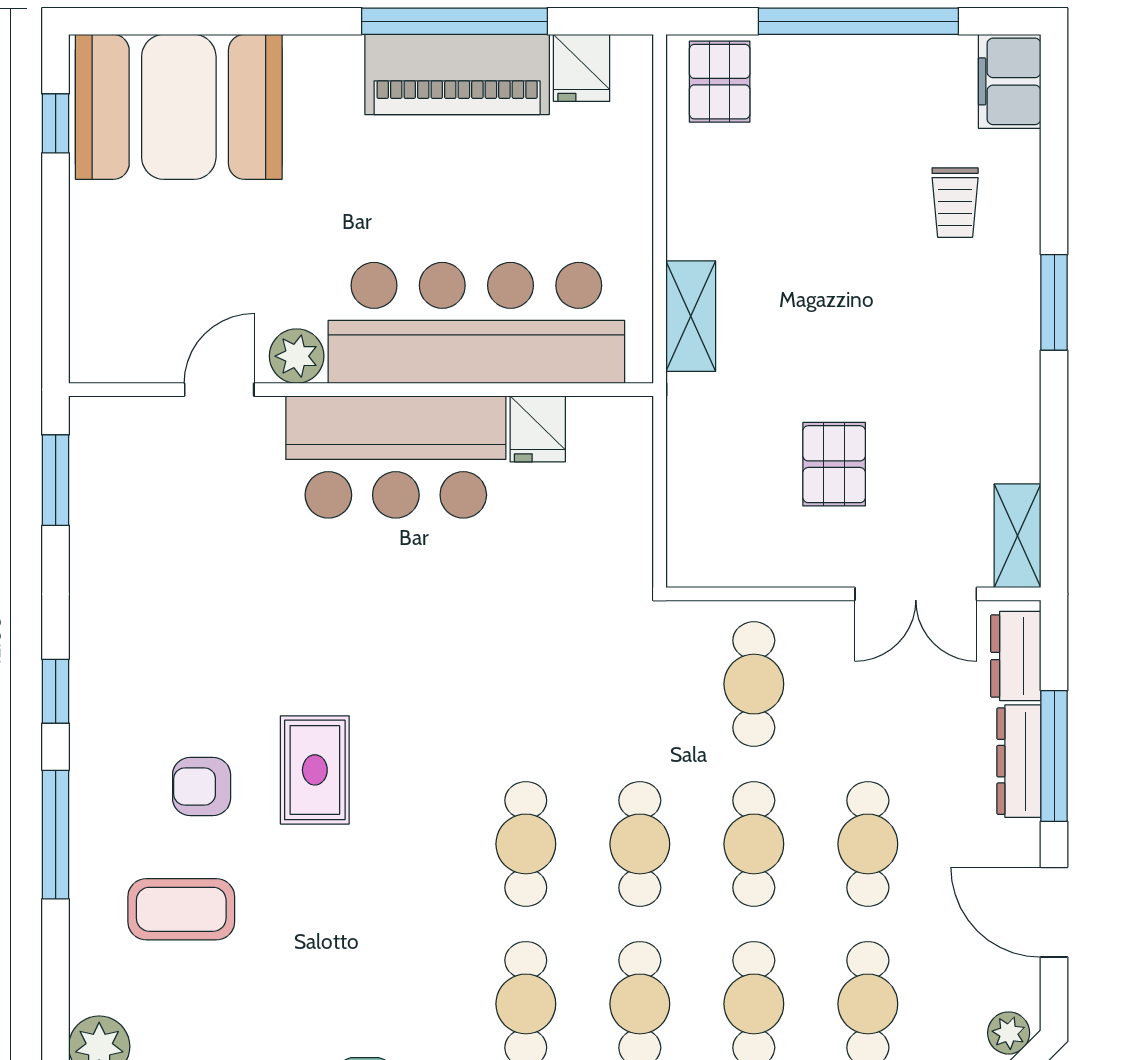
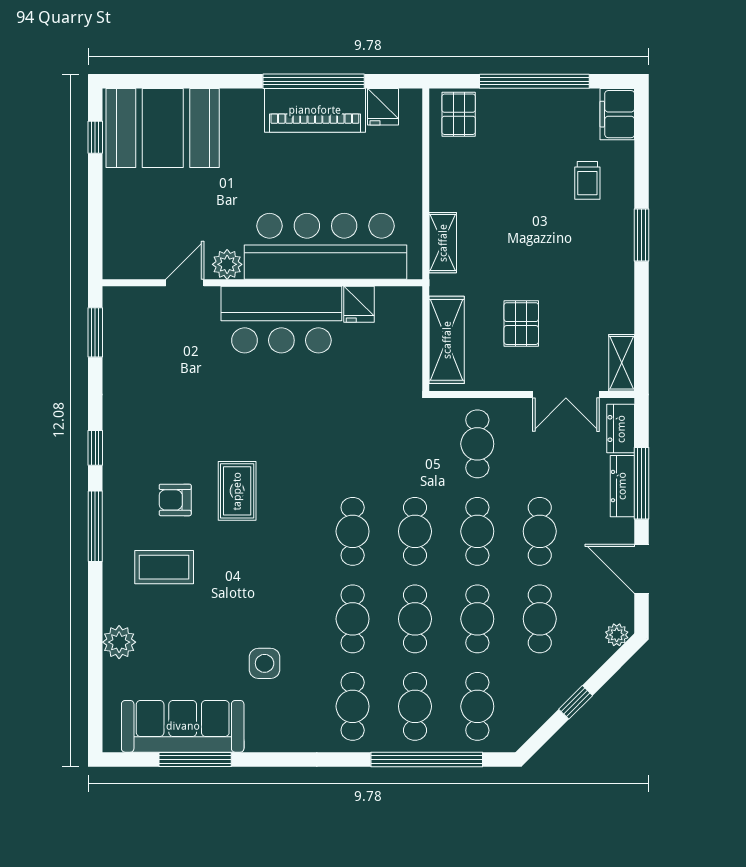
shelving: (698, 494) -> (447, 340), added

